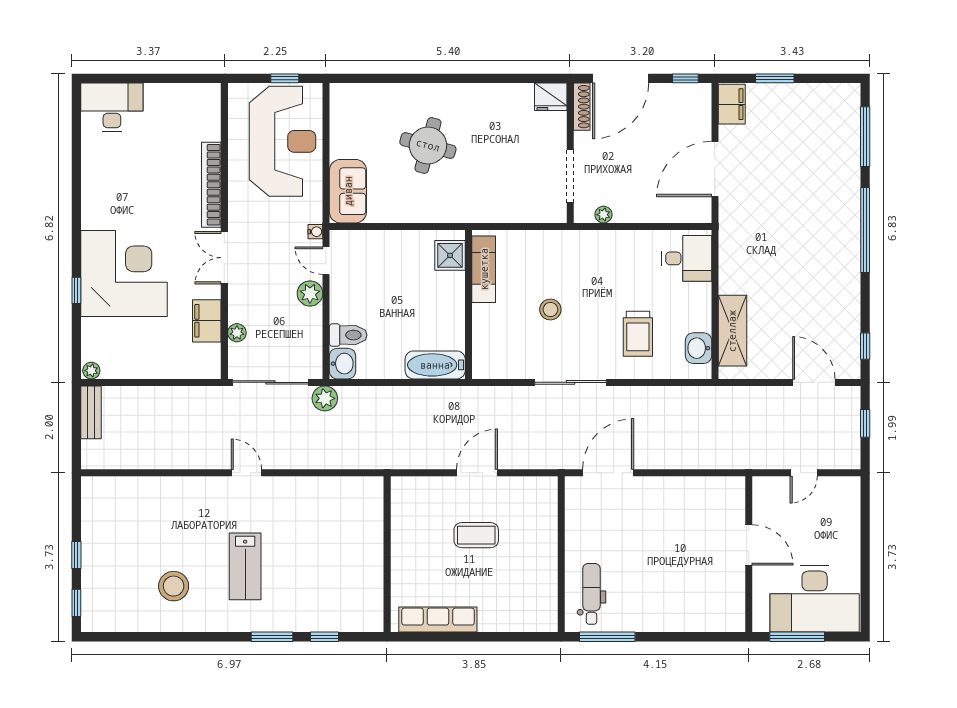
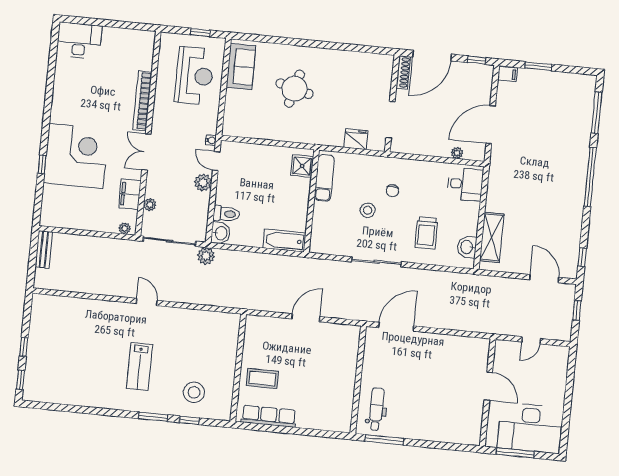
fridge: (551, 97) -> (356, 139), moved, turned 180
filing cabinet: (732, 104) -> (507, 74), width x0.50
reception desk: (282, 141) -> (194, 76), width x0.74, depth x0.77
sofa: (348, 191) -> (241, 67), moved
plant: (604, 215) -> (457, 153), moved
chair: (583, 278) -> (392, 191), added
plant: (91, 371) -> (125, 228), moved
coffee table: (476, 535) -> (262, 378), moved
stool: (174, 586) -> (194, 392), moved

